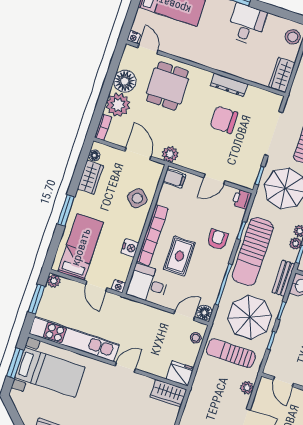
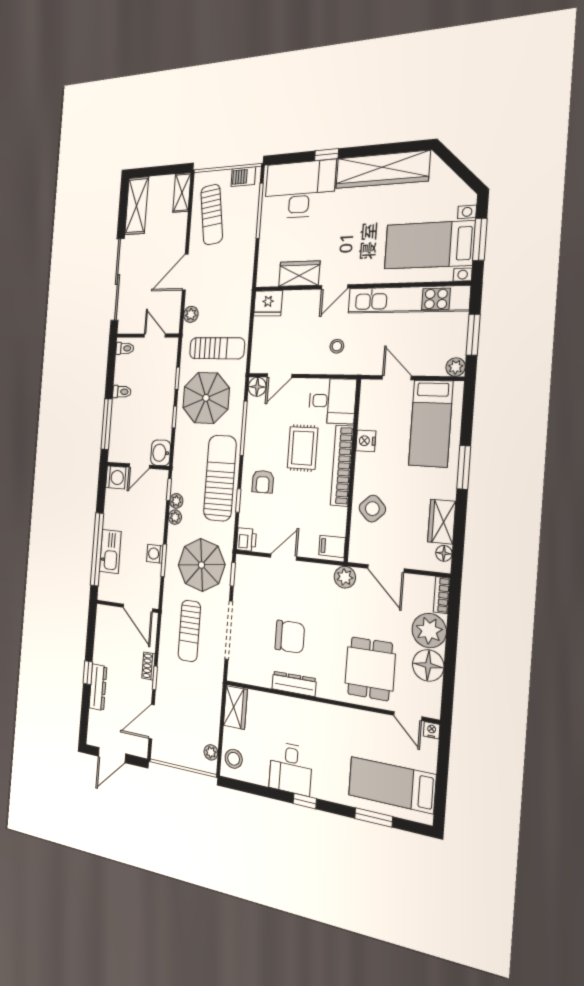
bench: (283, 278) -> (180, 456), removed
nightstand: (119, 286) -> (368, 387), removed
stool: (196, 338) -> (337, 346), moved
wardrobe: (168, 393) -> (299, 274), moved

